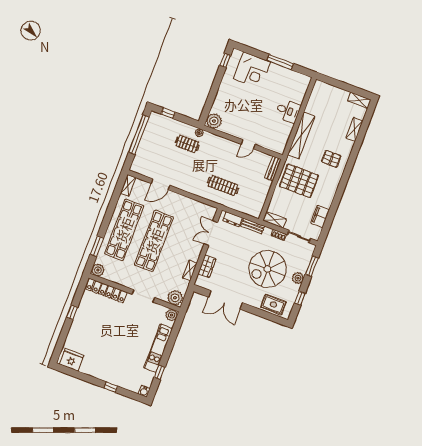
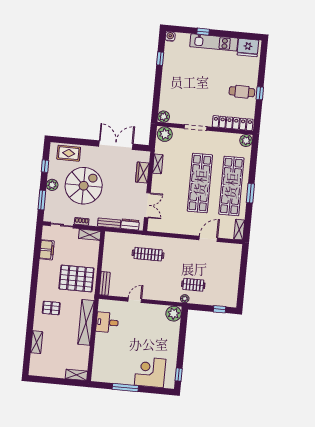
shelving: (359, 100) -> (76, 375), moved
desk: (288, 111) -> (107, 322), moved
window: (139, 135) -> (242, 281), removed
window: (97, 246) -> (250, 193), moved
cafe table: (89, 318) -> (242, 92), added
kitchen unit: (158, 348) -> (214, 42), moved, turned 90

